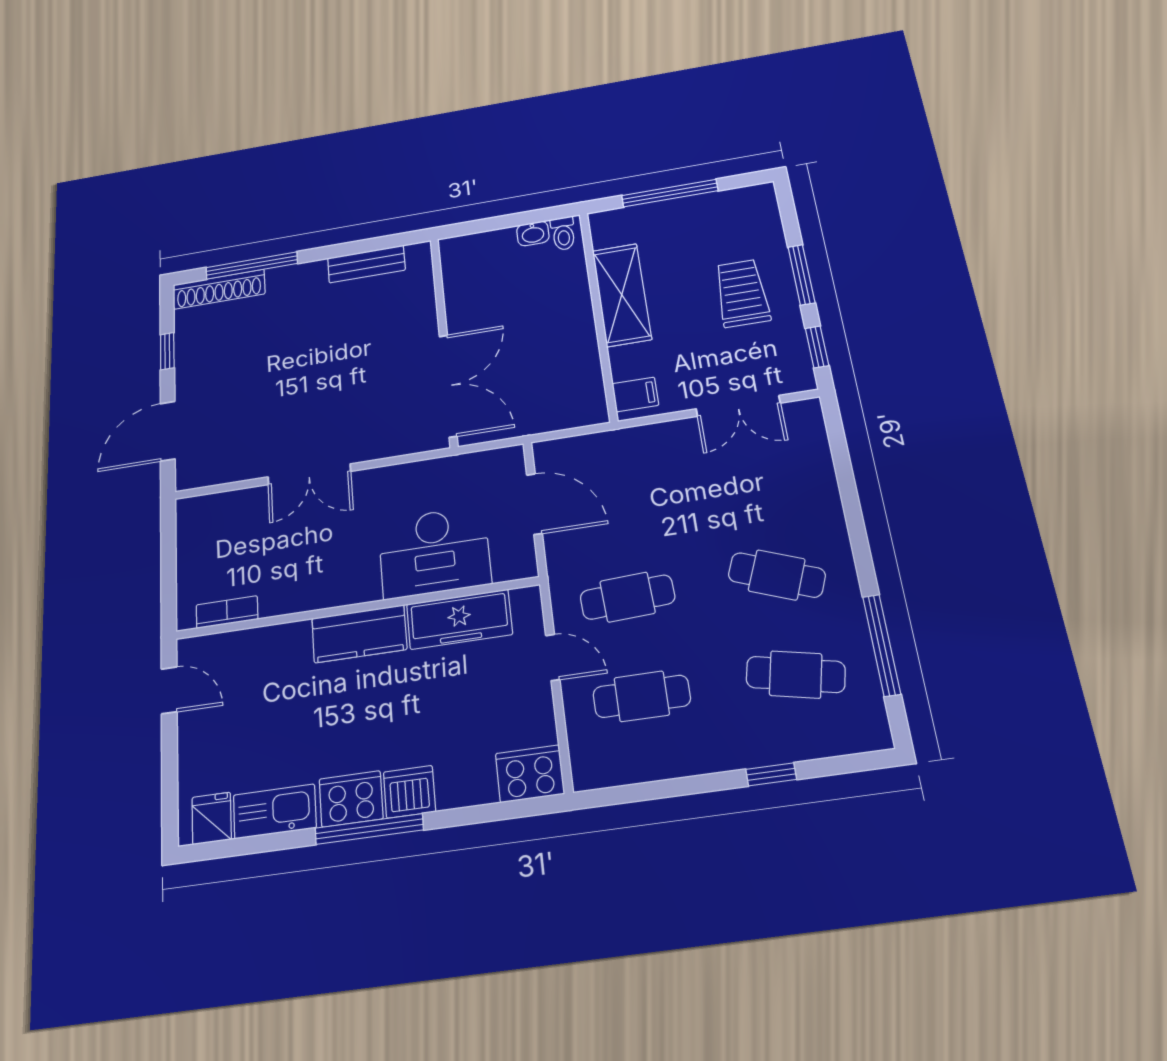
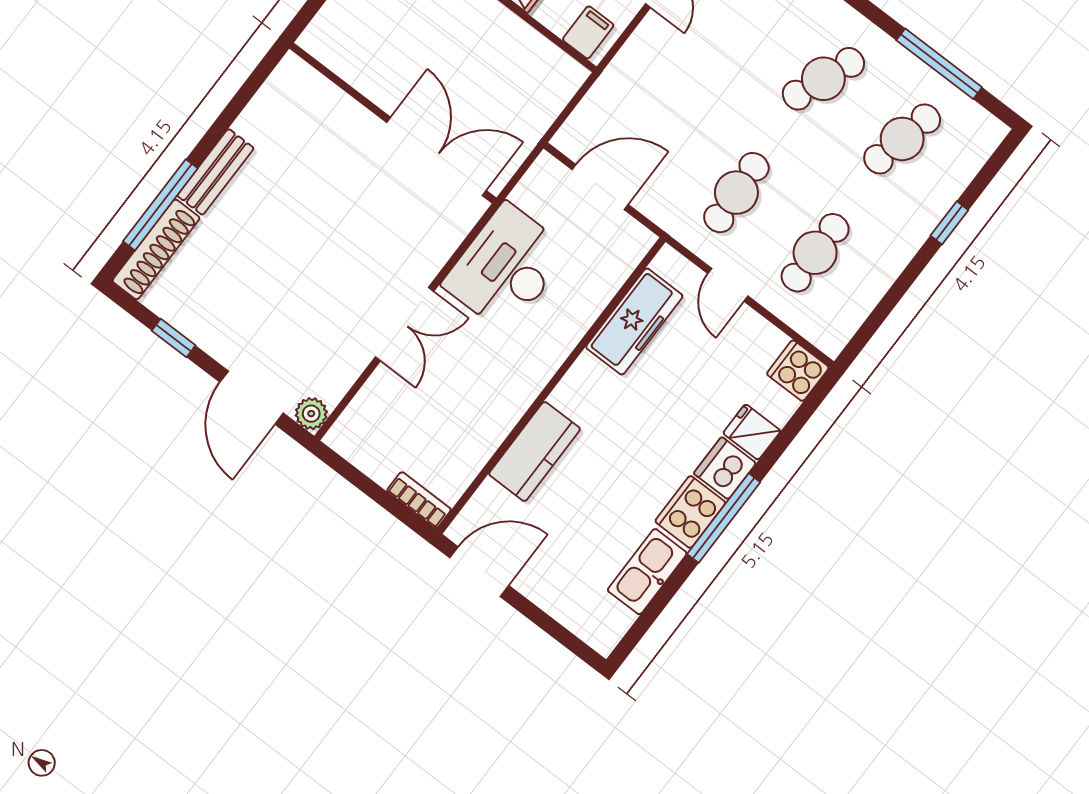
bench: (366, 264) -> (215, 172), moved
plant: (190, 476) -> (311, 414), added
desk: (434, 552) -> (506, 268), moved, turned 180
bookcase: (227, 612) -> (419, 500), moved, turned 90
kitchen counter: (359, 634) -> (535, 451), moved
door: (553, 658) -> (728, 285), swing flipped
door: (169, 690) -> (479, 572), width x1.38
cooker: (530, 774) -> (798, 371), width x0.73
fridge: (212, 818) -> (752, 432), moved

